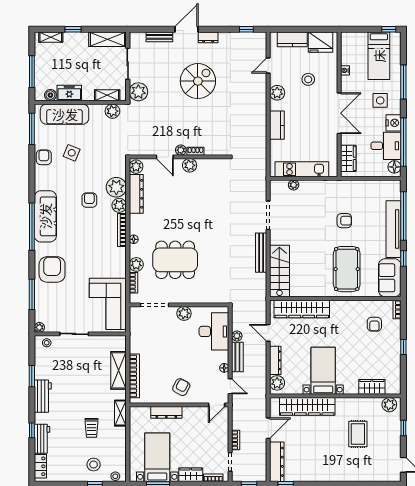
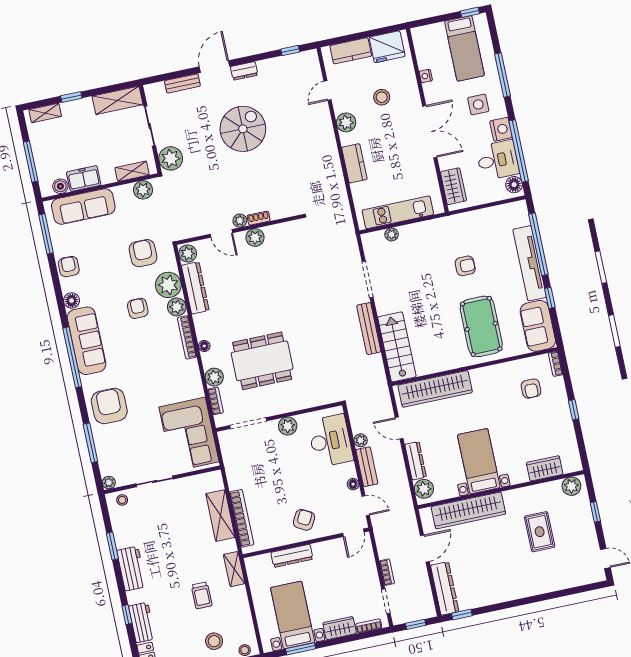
side table: (72, 153) -> (103, 253), removed
armchair: (102, 159) -> (143, 253), added
floor lamp: (40, 183) -> (72, 301), added

